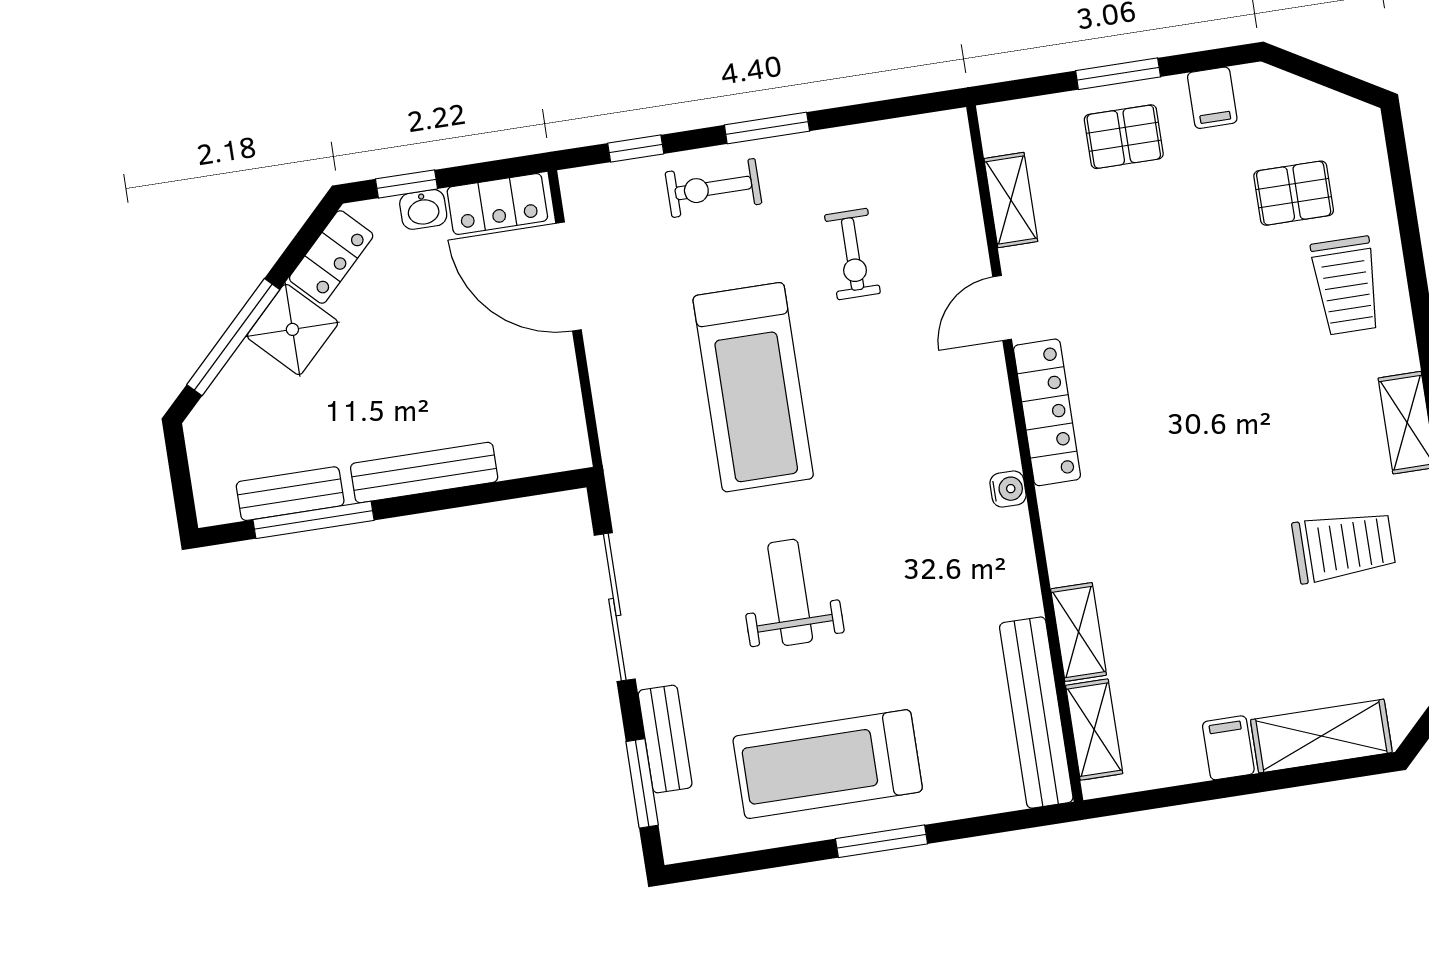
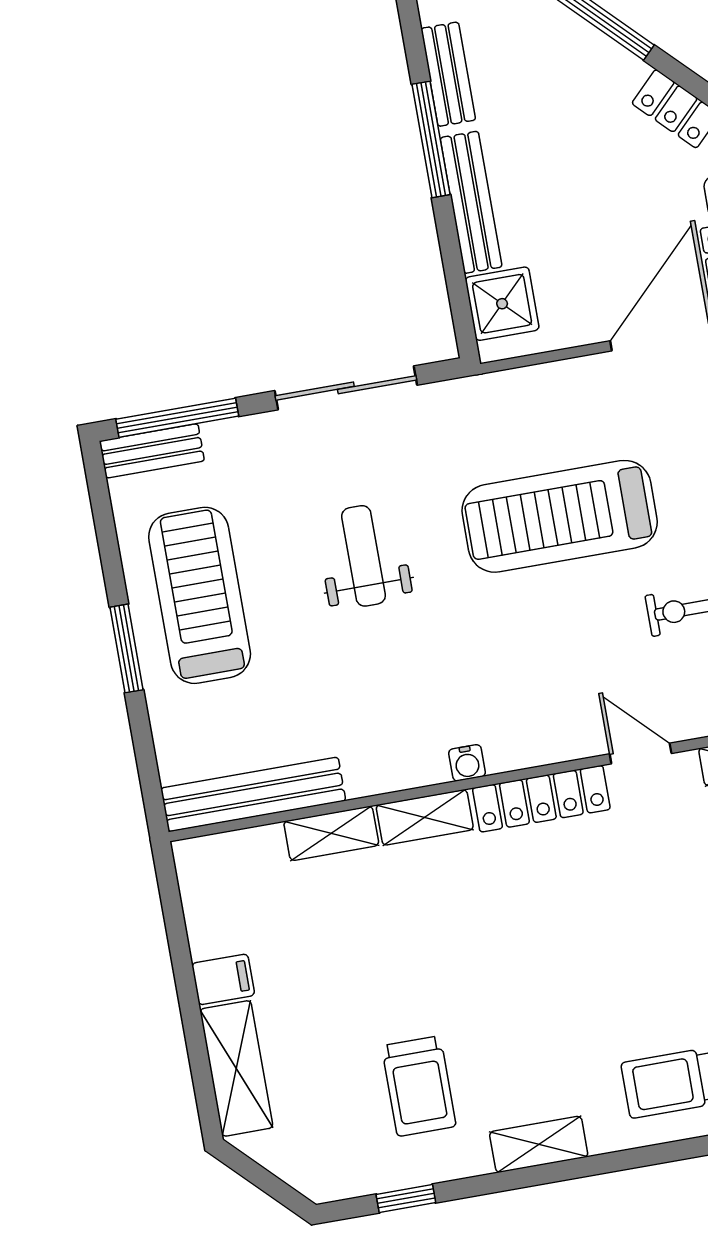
shower: (292, 329) -> (502, 304), moved, turned 45
window: (313, 520) -> (431, 139), moved
weight bench: (790, 592) -> (363, 556), turned -90
shelving: (1094, 730) -> (425, 817), moved
bench: (665, 739) -> (152, 451), moved
window: (642, 783) -> (177, 418), width x1.44

